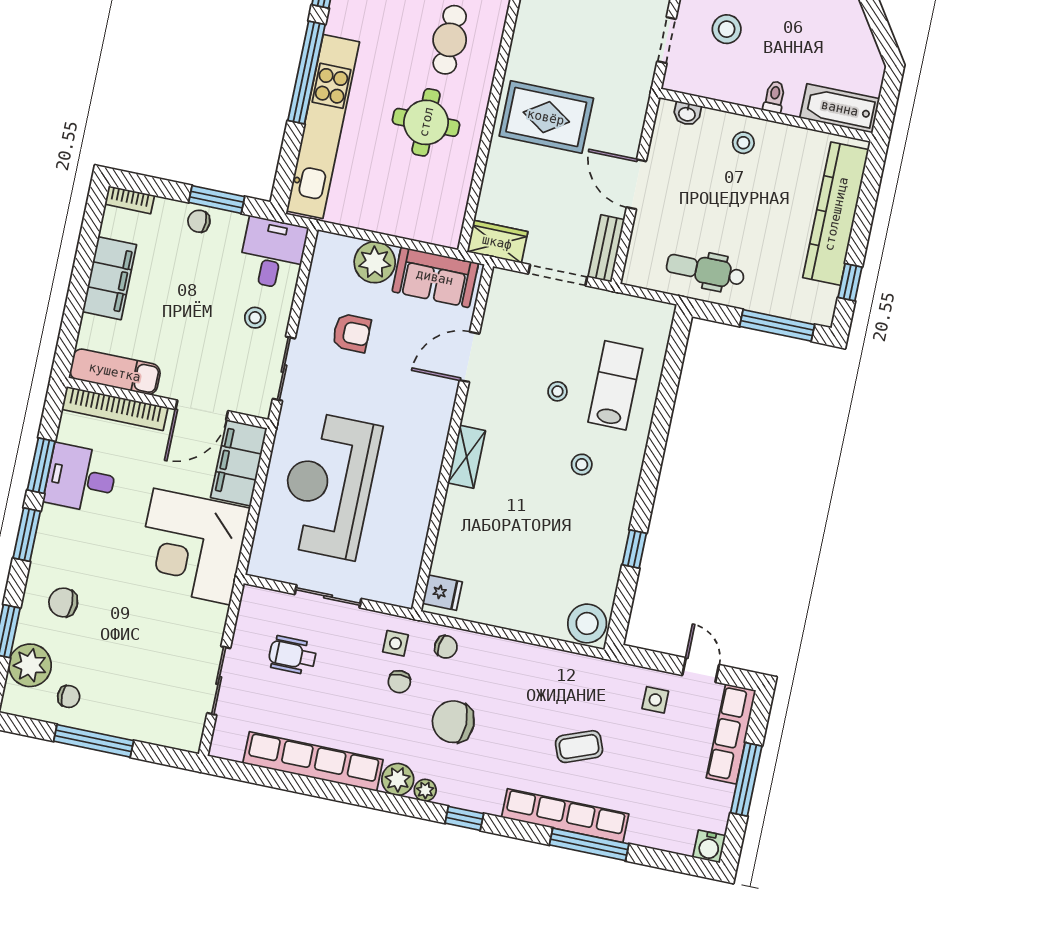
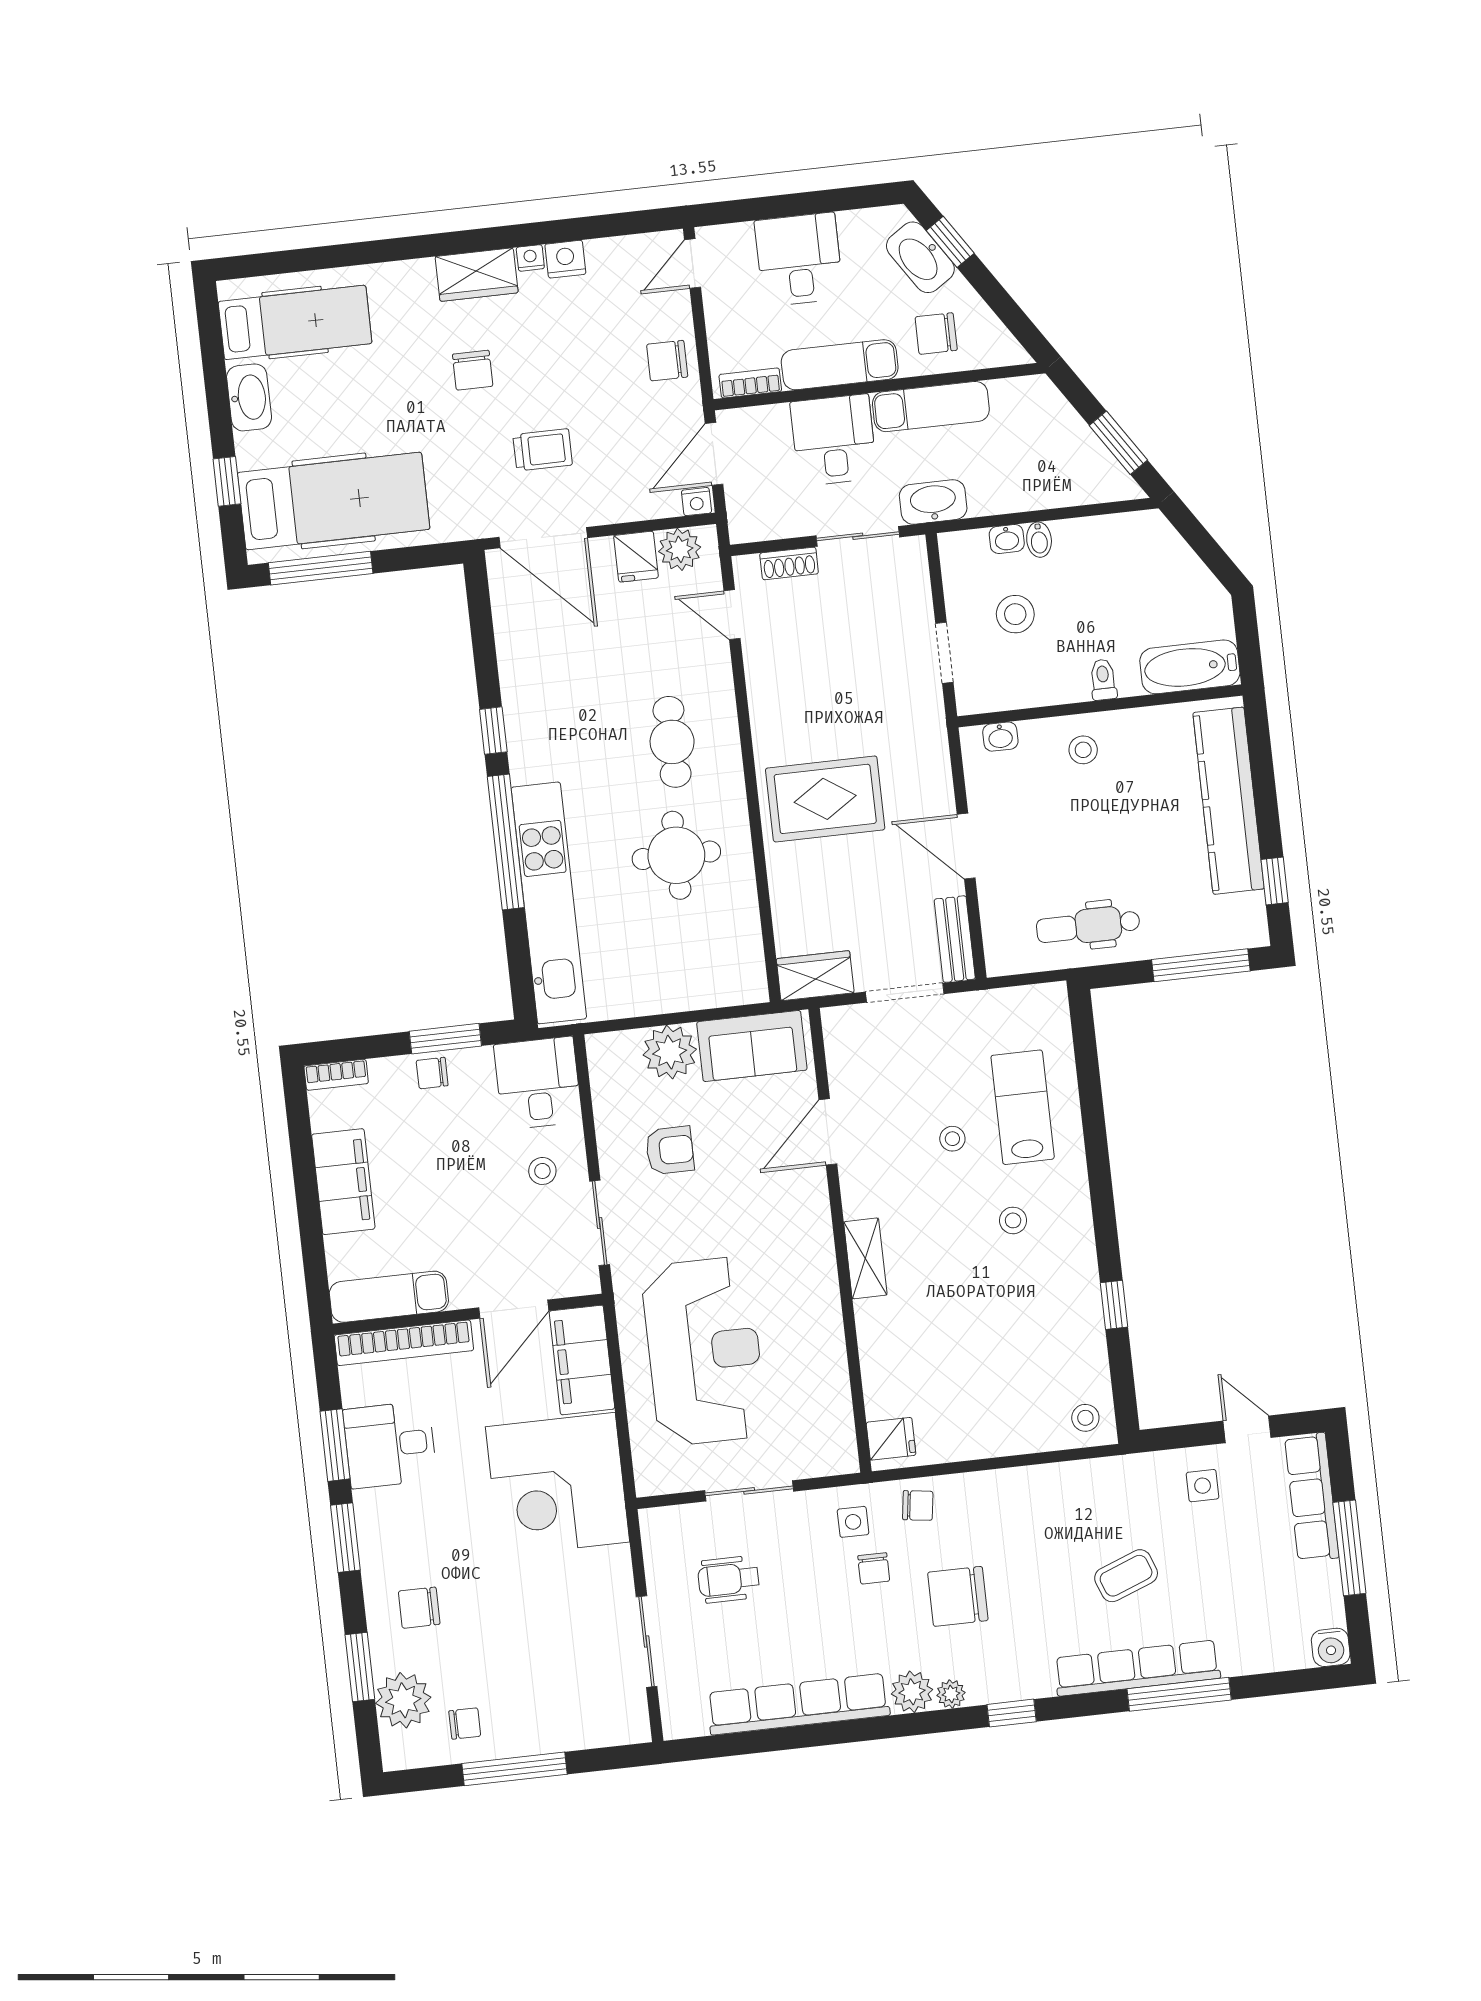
reception desk: (329, 485) -> (704, 1351), turned 180
stool: (587, 623) -> (1085, 1418), width x0.53, depth x0.53

